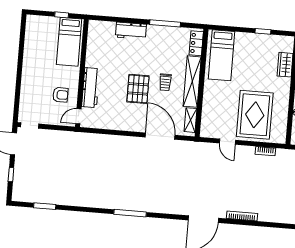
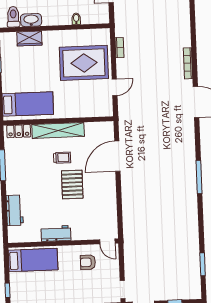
window: (62, 15) -> (8, 290), moved
workbench: (131, 31) -> (15, 210), moved
workbench: (91, 88) -> (56, 234), moved, width x0.73
pallet: (138, 89) -> (72, 185), turned 90
armchair: (60, 95) -> (88, 262), turned -90
shelving: (191, 120) -> (97, 127), removed

